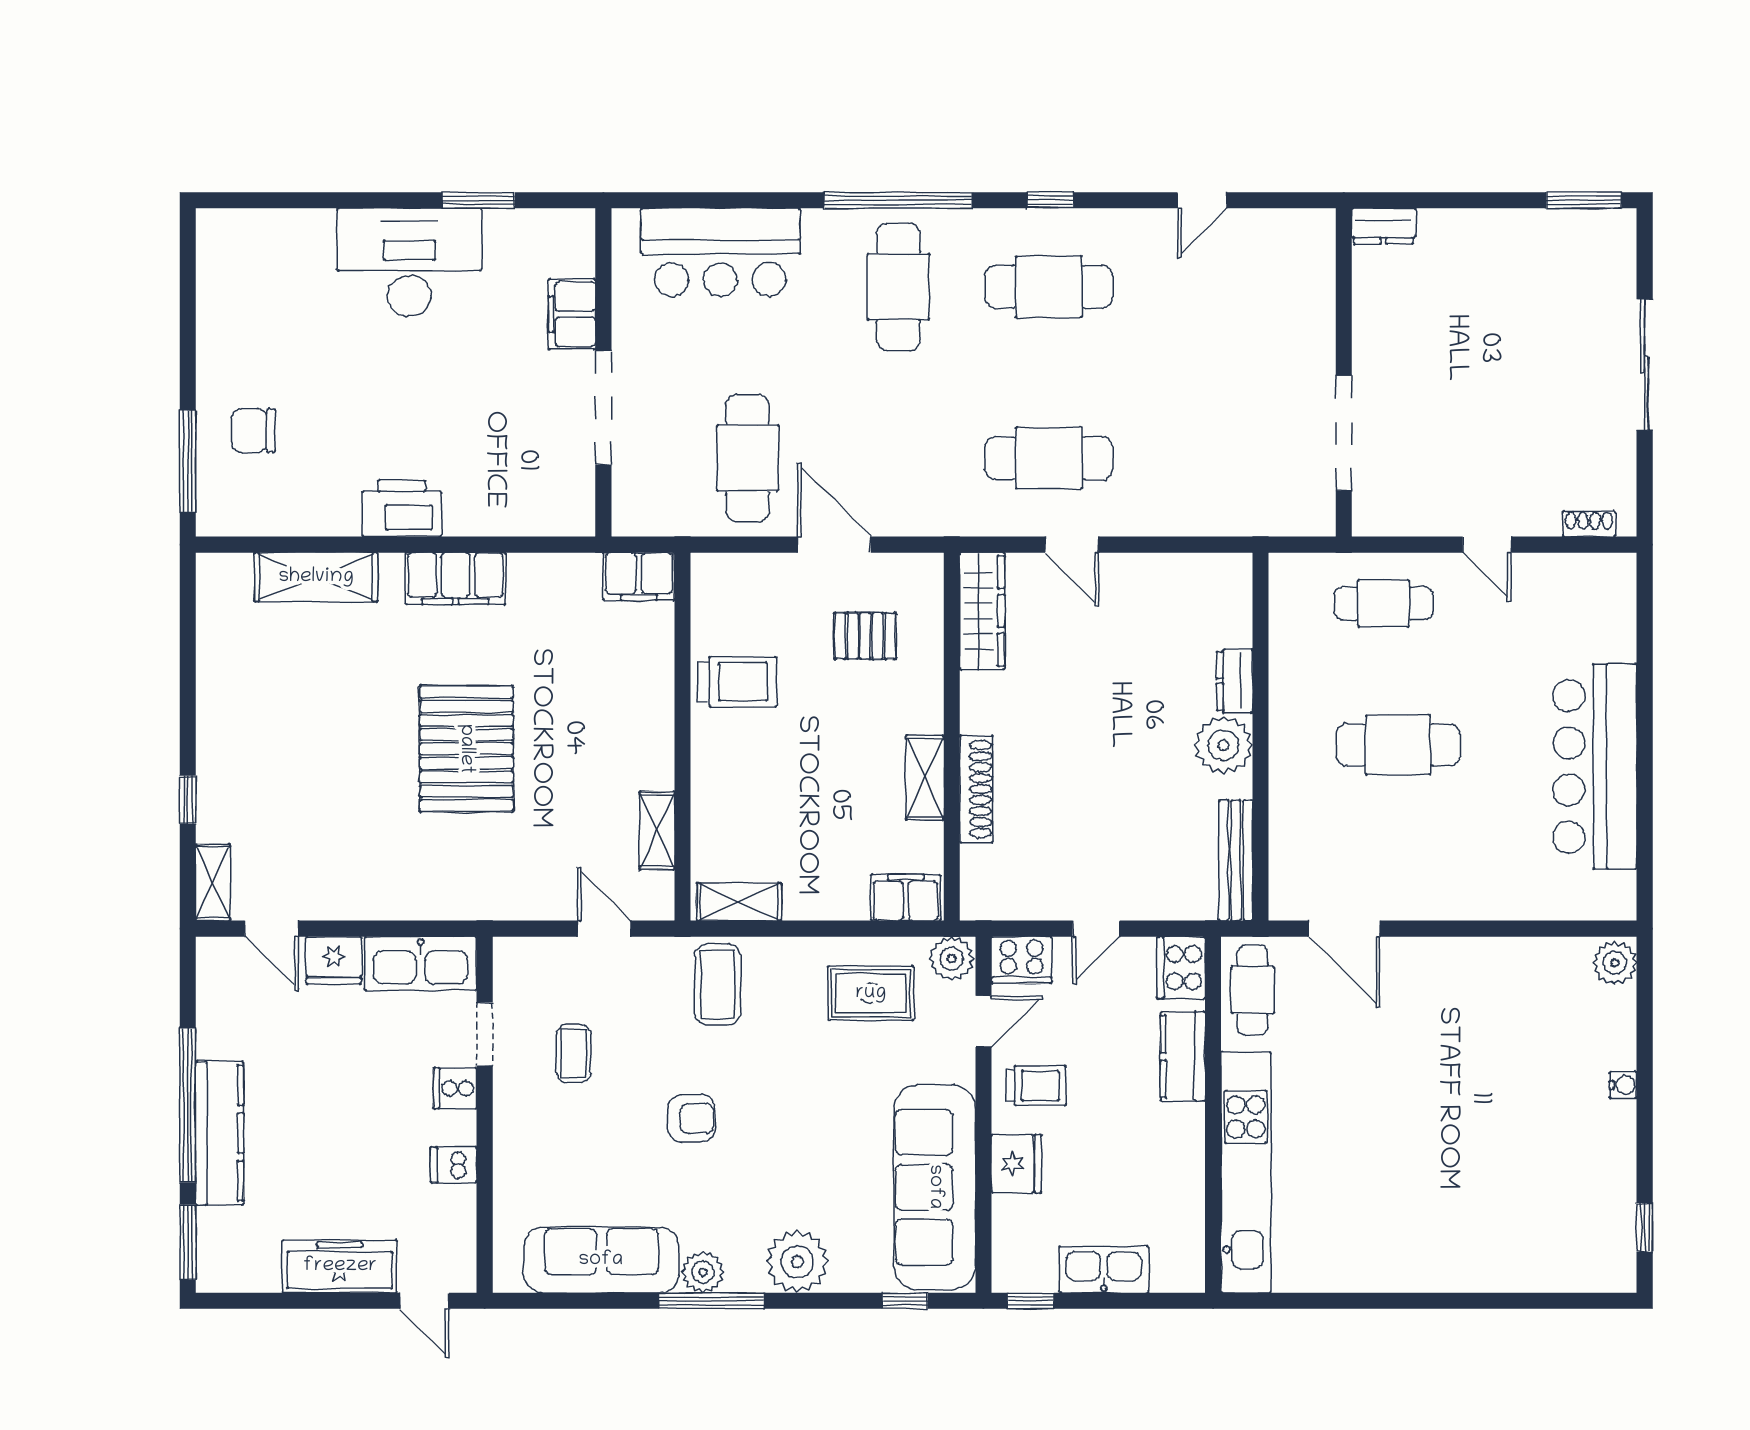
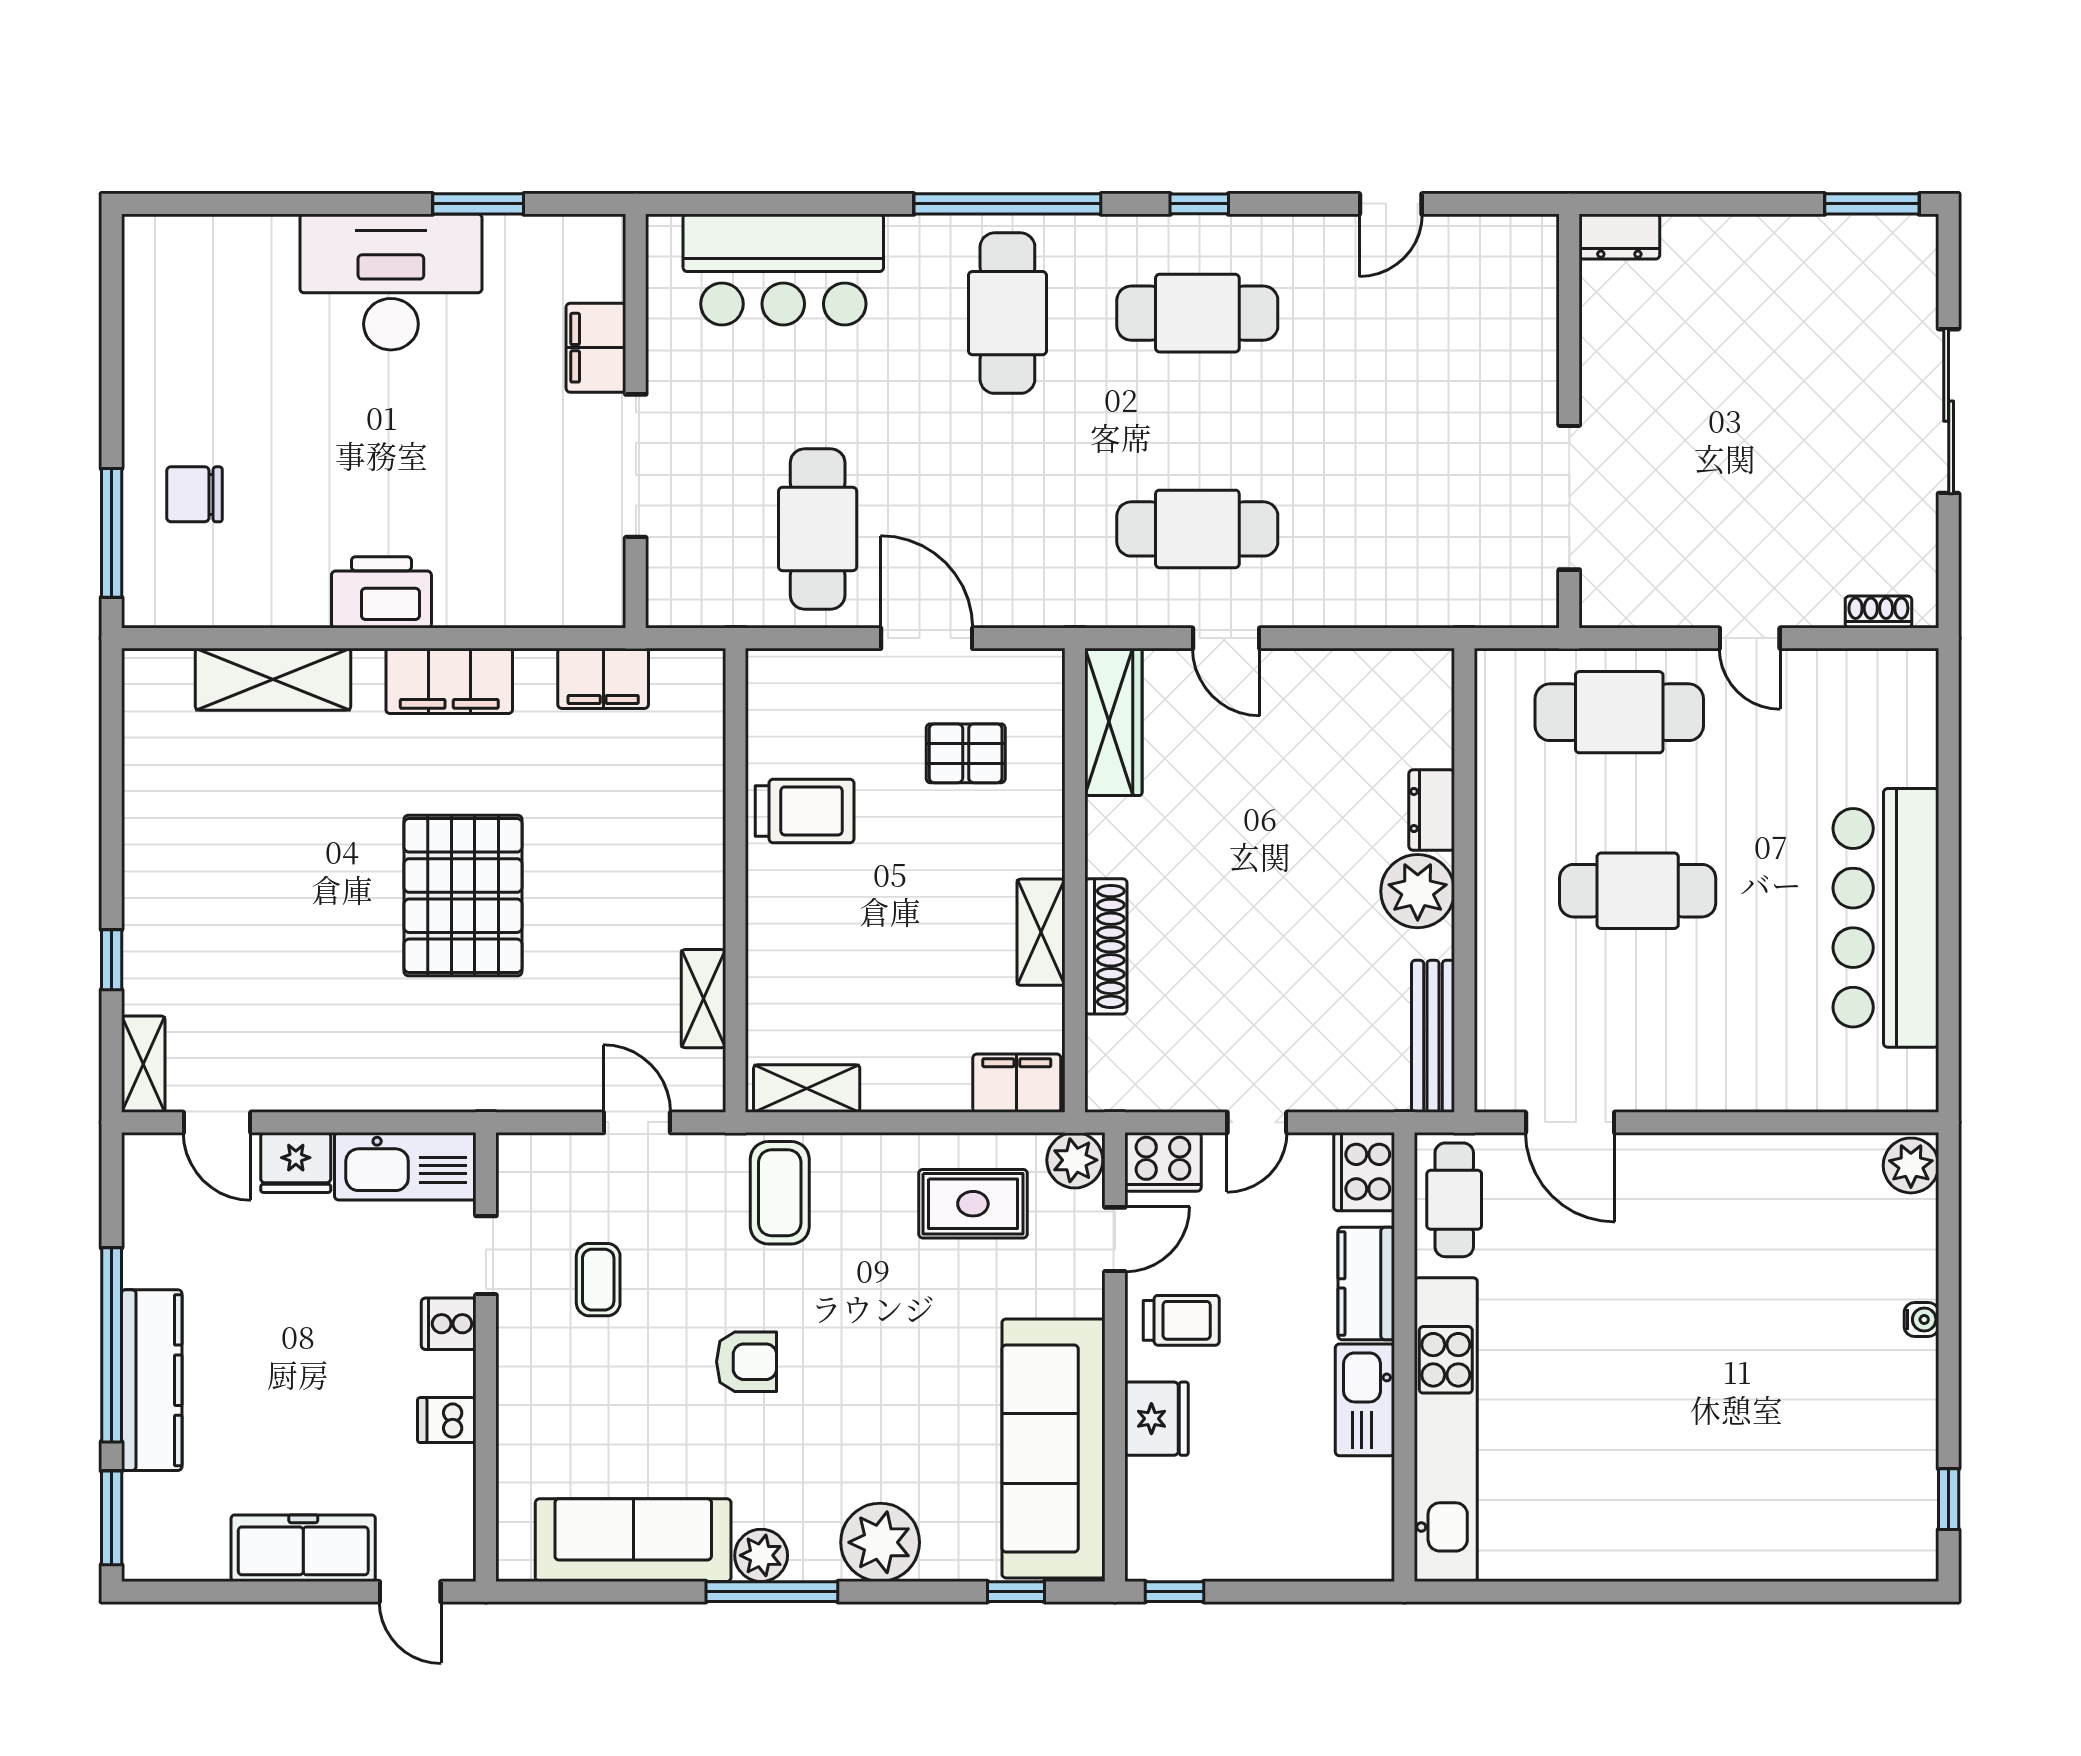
filing cabinet: (639, 576) -> (603, 678), moved
cafe table: (1383, 603) -> (1619, 712), width x1.37, depth x1.35
kitchen sink: (1104, 1269) -> (1365, 1400), moved, turned -90

